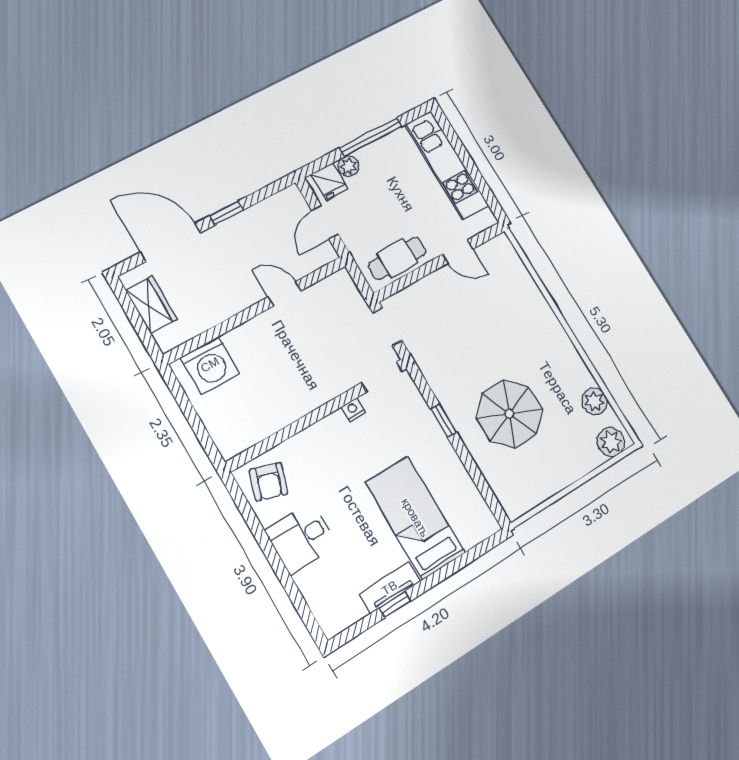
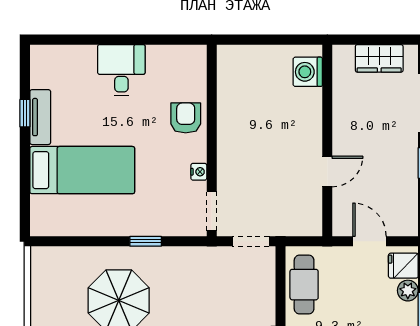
washing machine: (210, 365) -> (308, 72), width x0.73, depth x0.73
armchair: (269, 482) -> (186, 118), moved, turned 72

